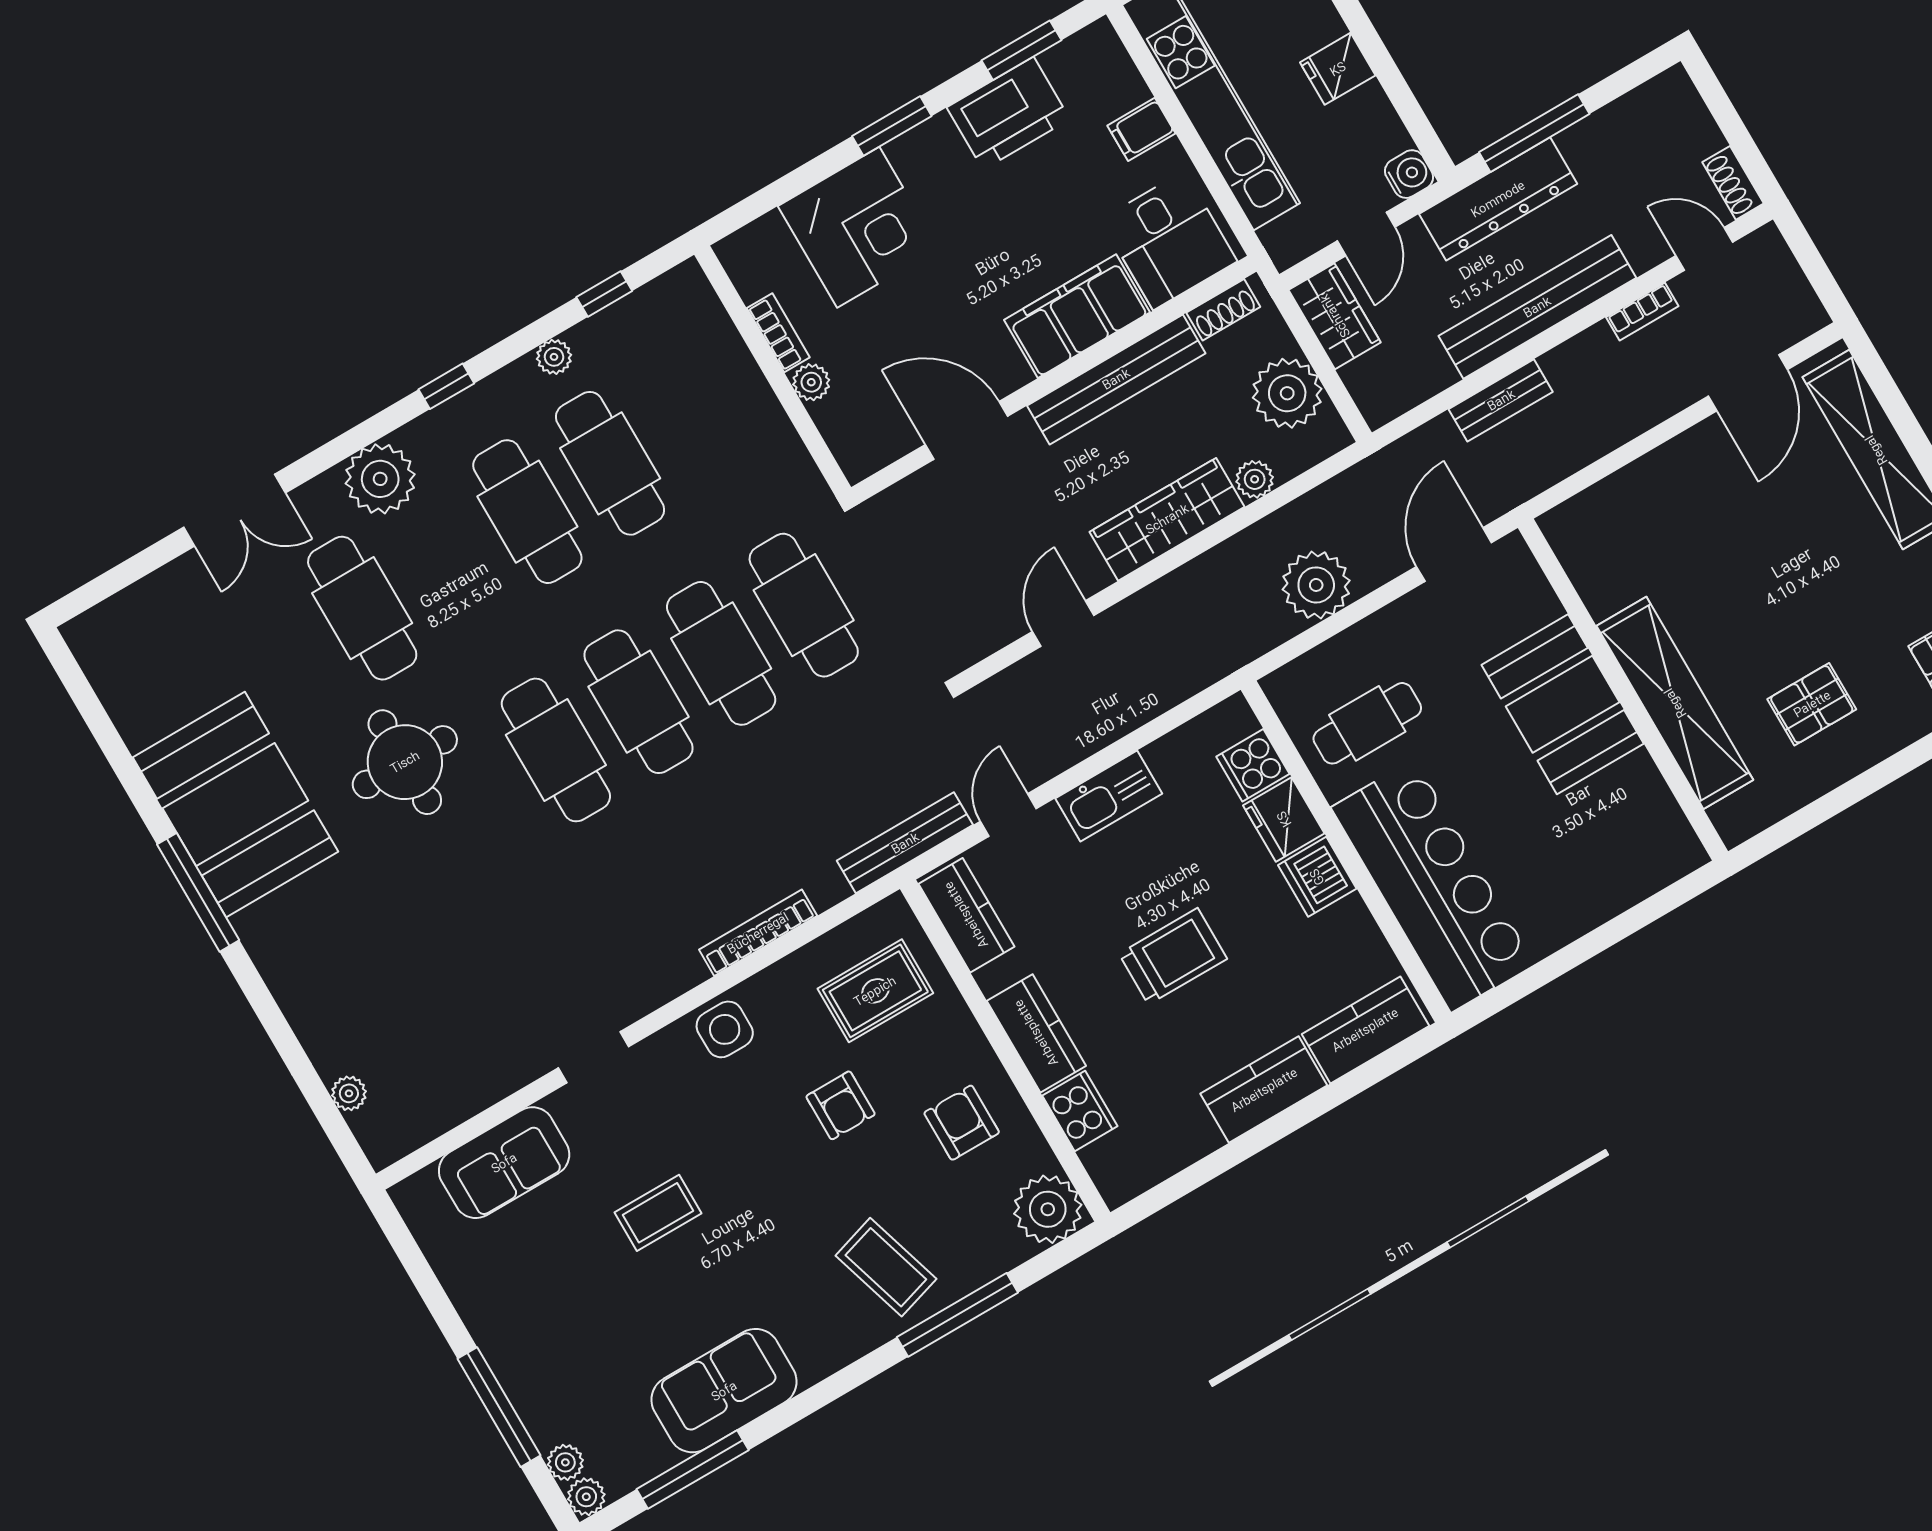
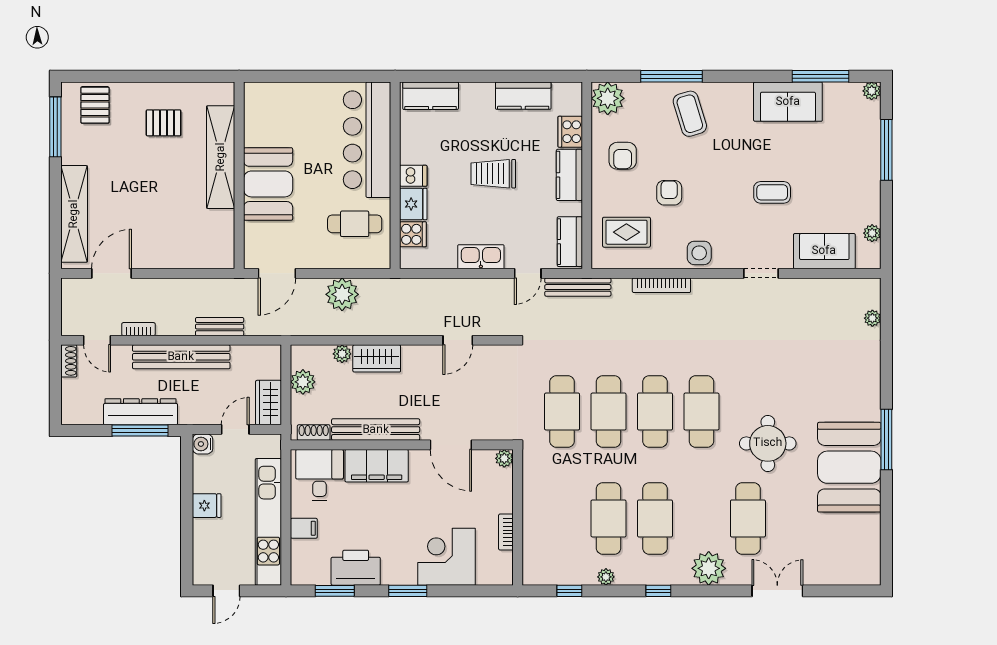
dresser: (1498, 199) -> (141, 412), moved
plant: (811, 382) -> (504, 458), moved
plant: (1287, 393) -> (303, 382), width x0.73, depth x0.73
wardrobe: (1167, 519) -> (377, 358), width x0.67
dishwasher: (1317, 877) -> (413, 176), width x0.73
kitchen counter: (1264, 1090) -> (523, 96), moved
plant: (565, 1462) -> (872, 233), moved

